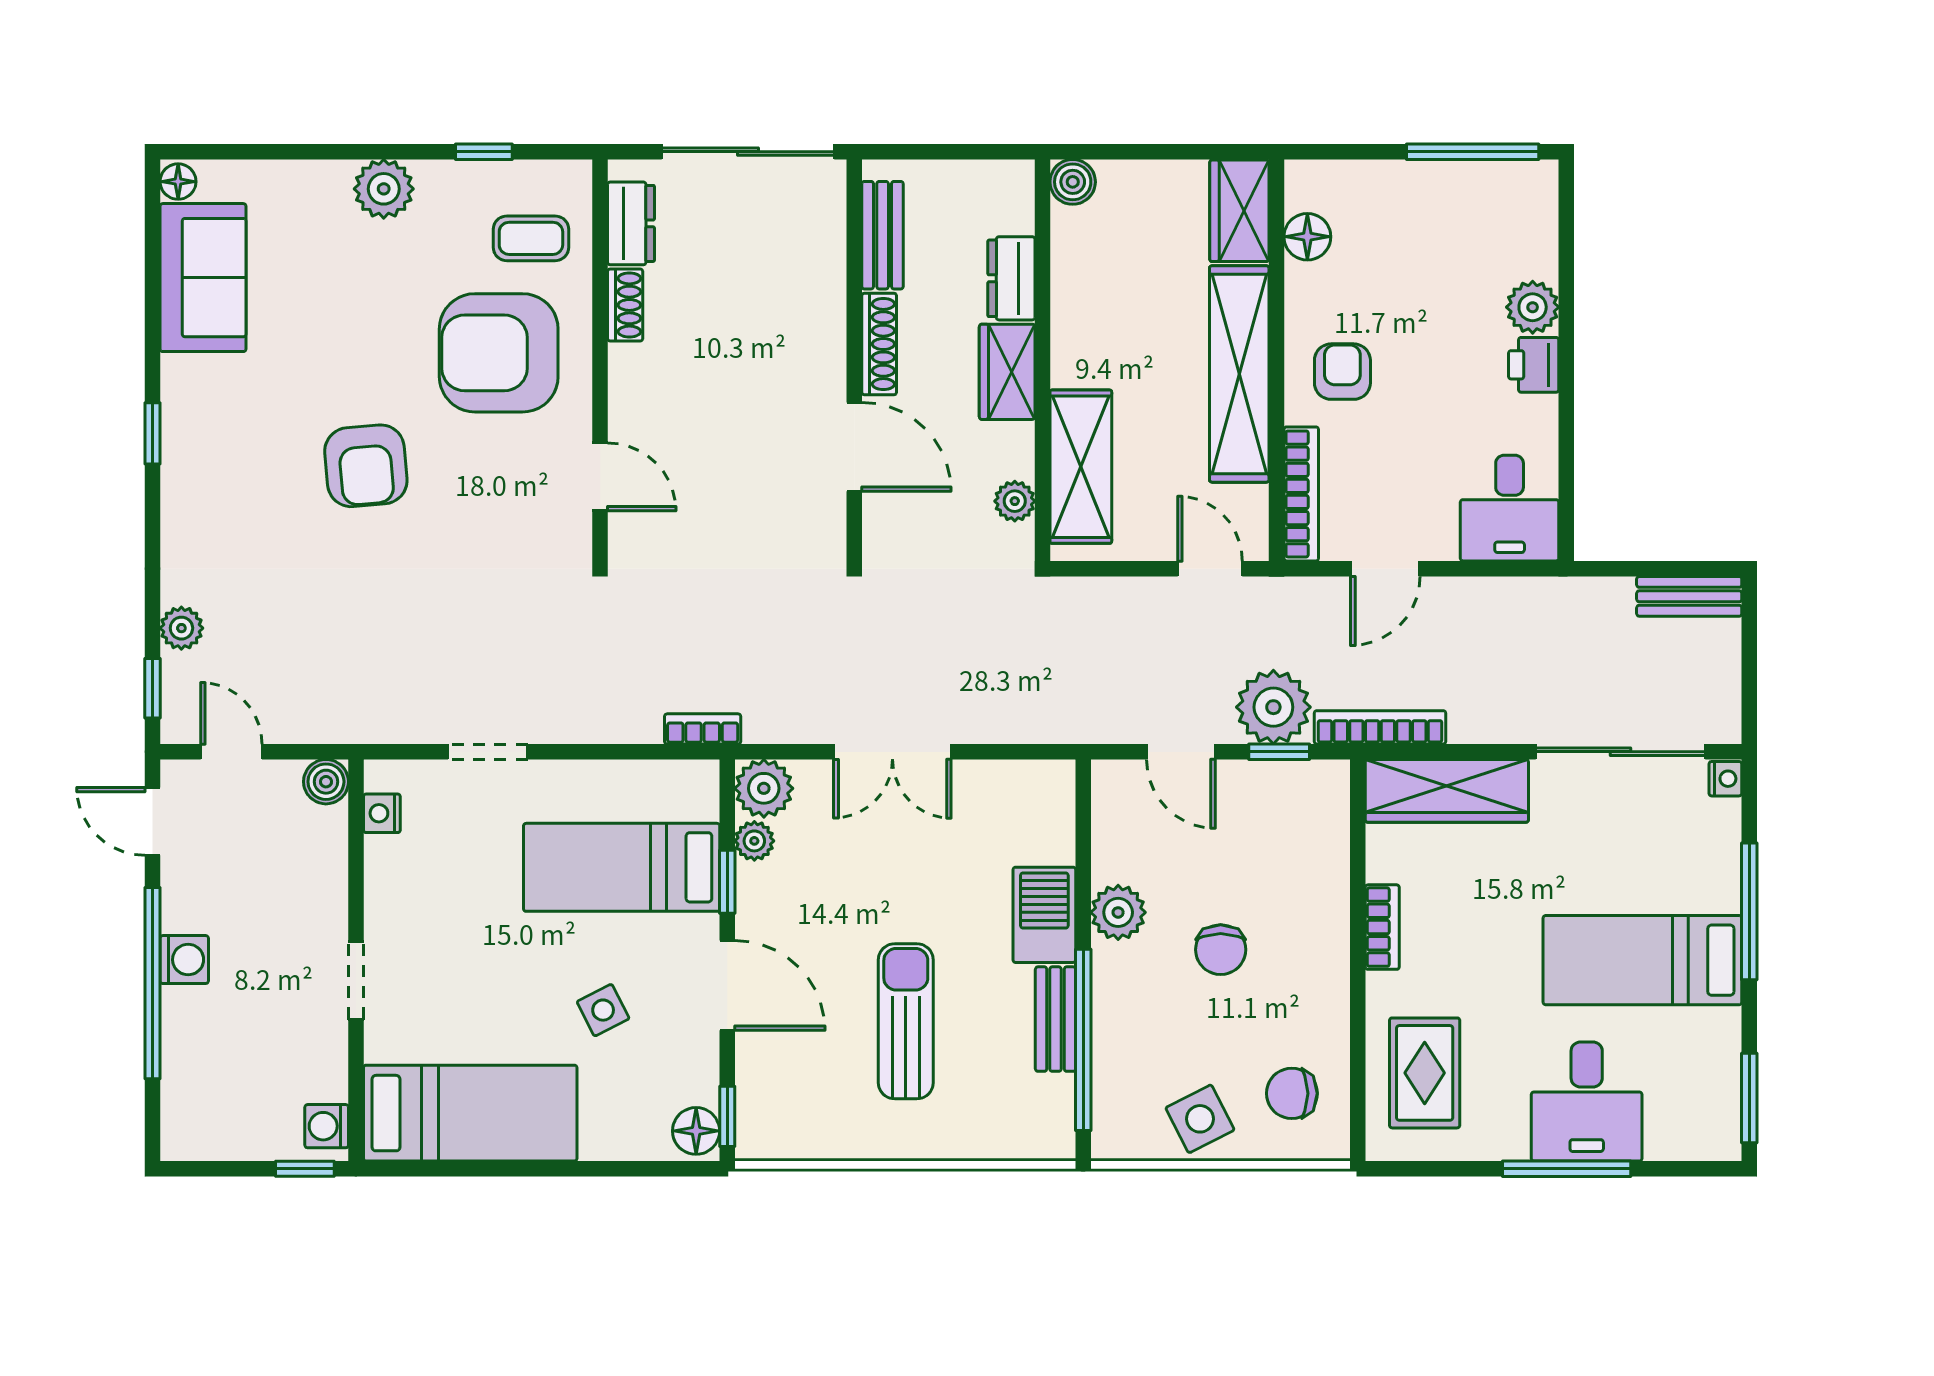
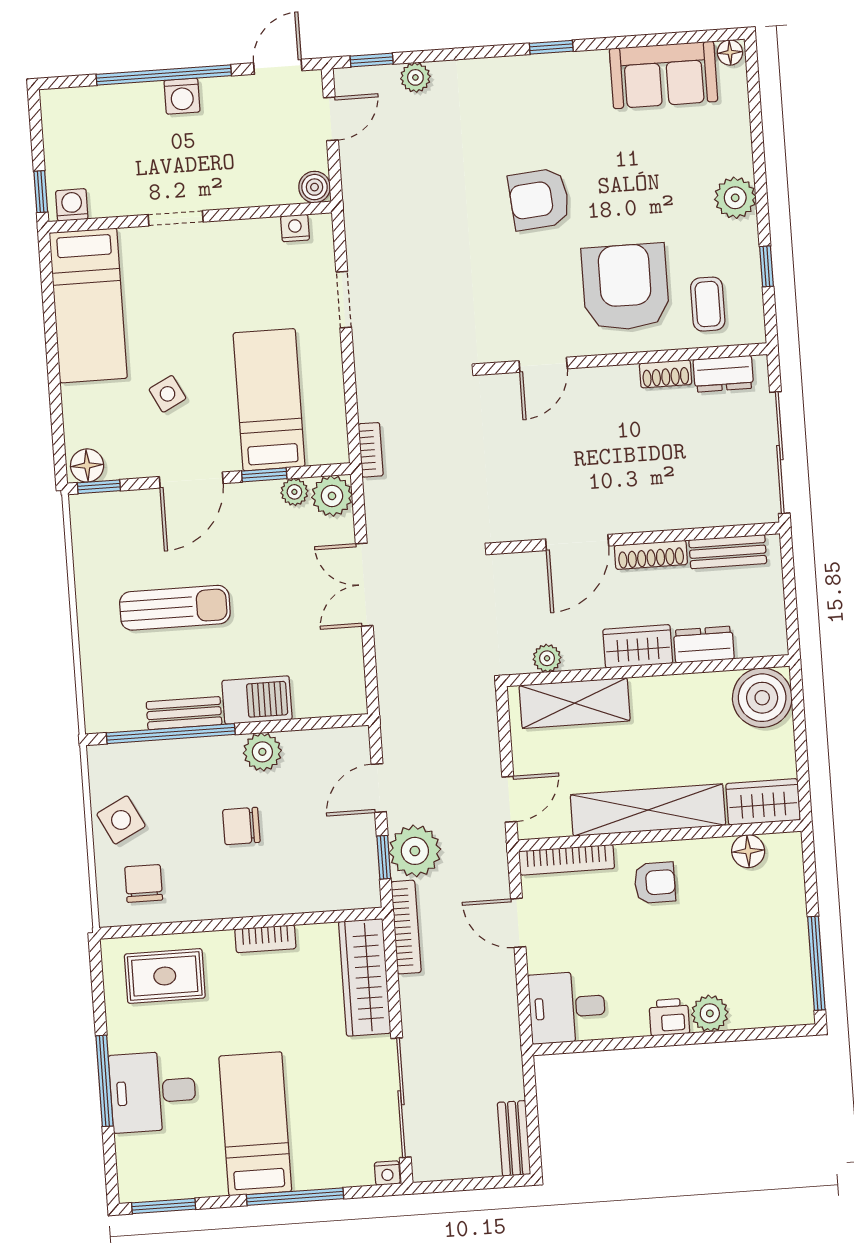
boiler: (1073, 182) -> (762, 698), width x1.86, depth x1.86

